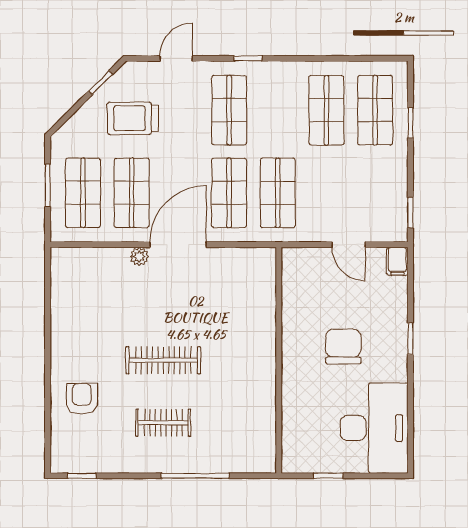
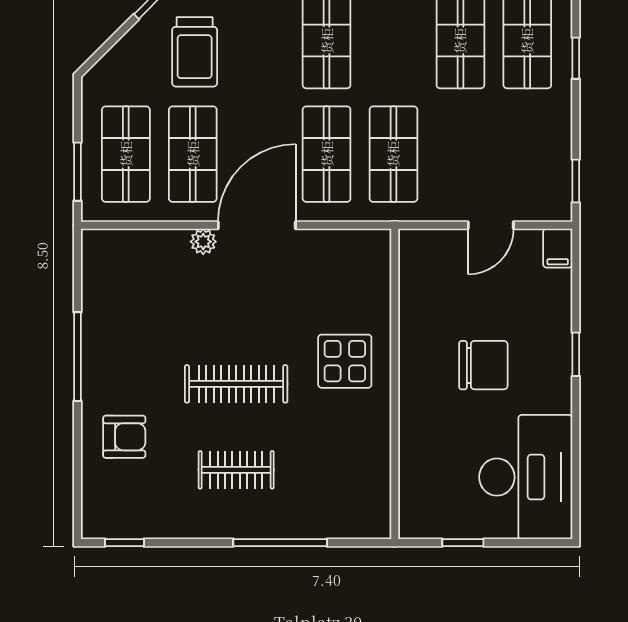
trolley: (133, 118) -> (195, 52), turned -90
window: (48, 185) -> (77, 172), moved
door: (349, 245) -> (491, 225), hinge flipped
window: (48, 340) -> (77, 357), added
display table: (242, 344) -> (345, 361), added
chair: (343, 346) -> (483, 365), turned 90
armchair: (82, 399) -> (124, 437), turned 90

